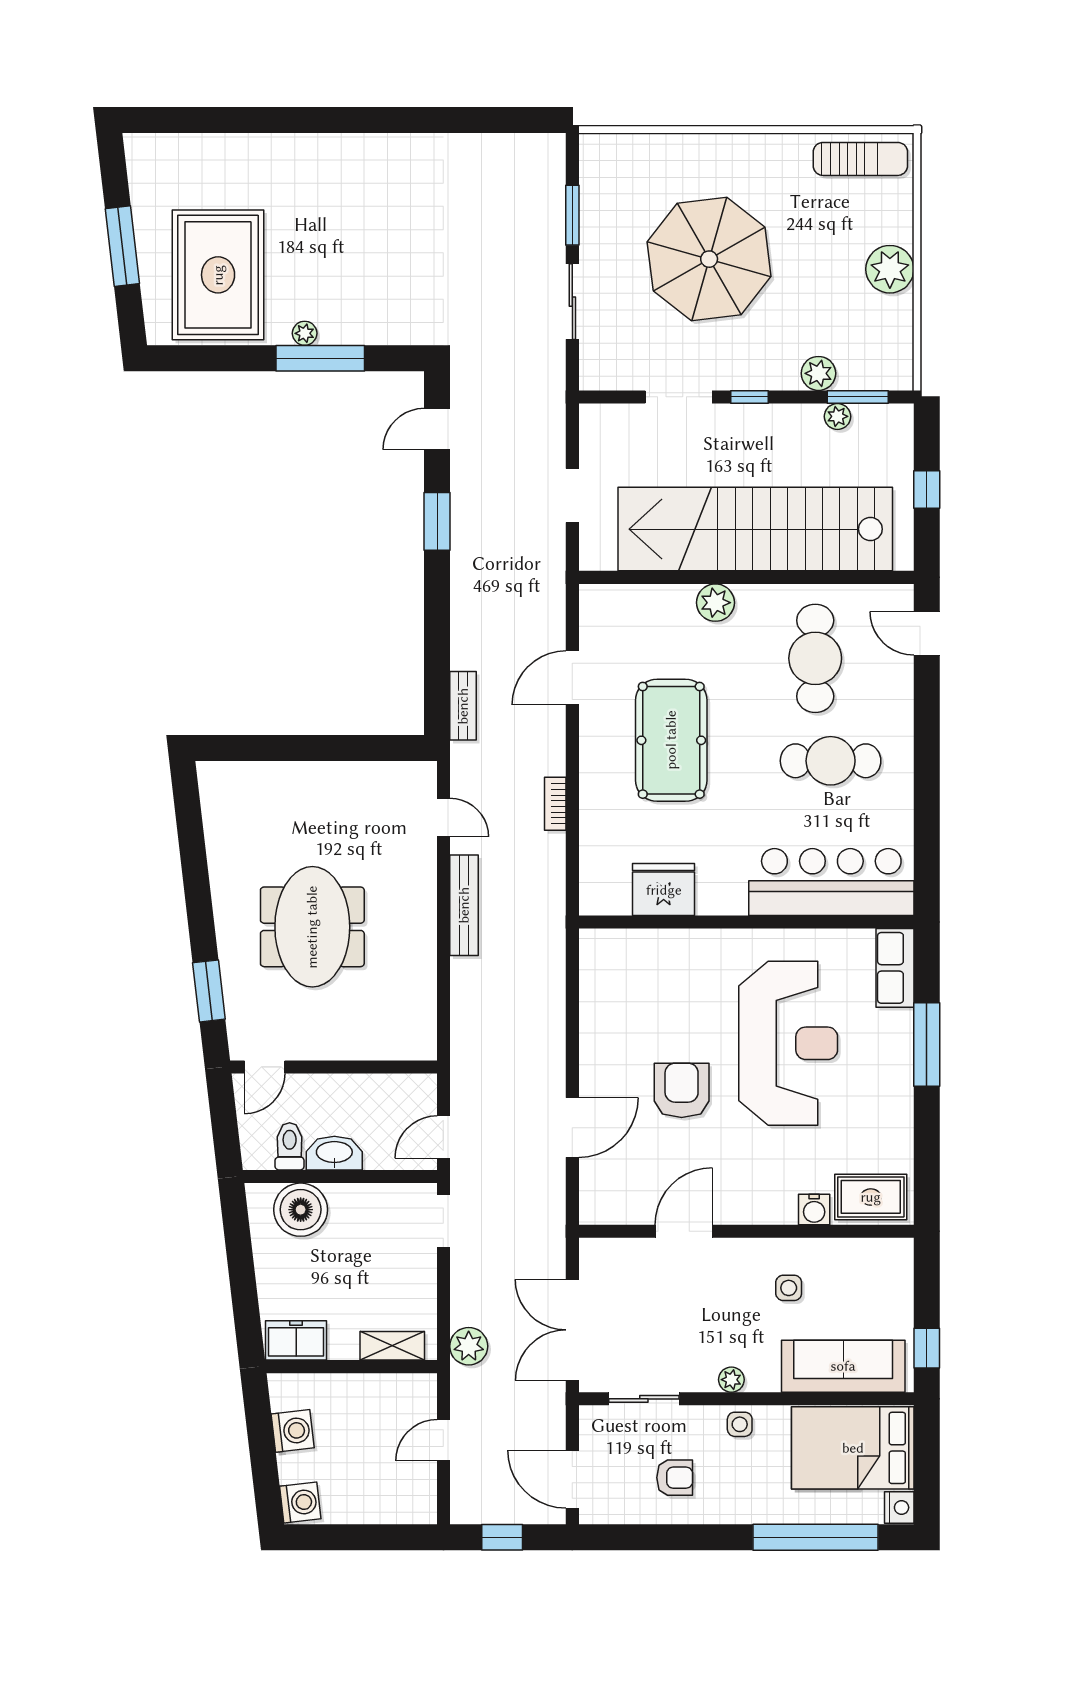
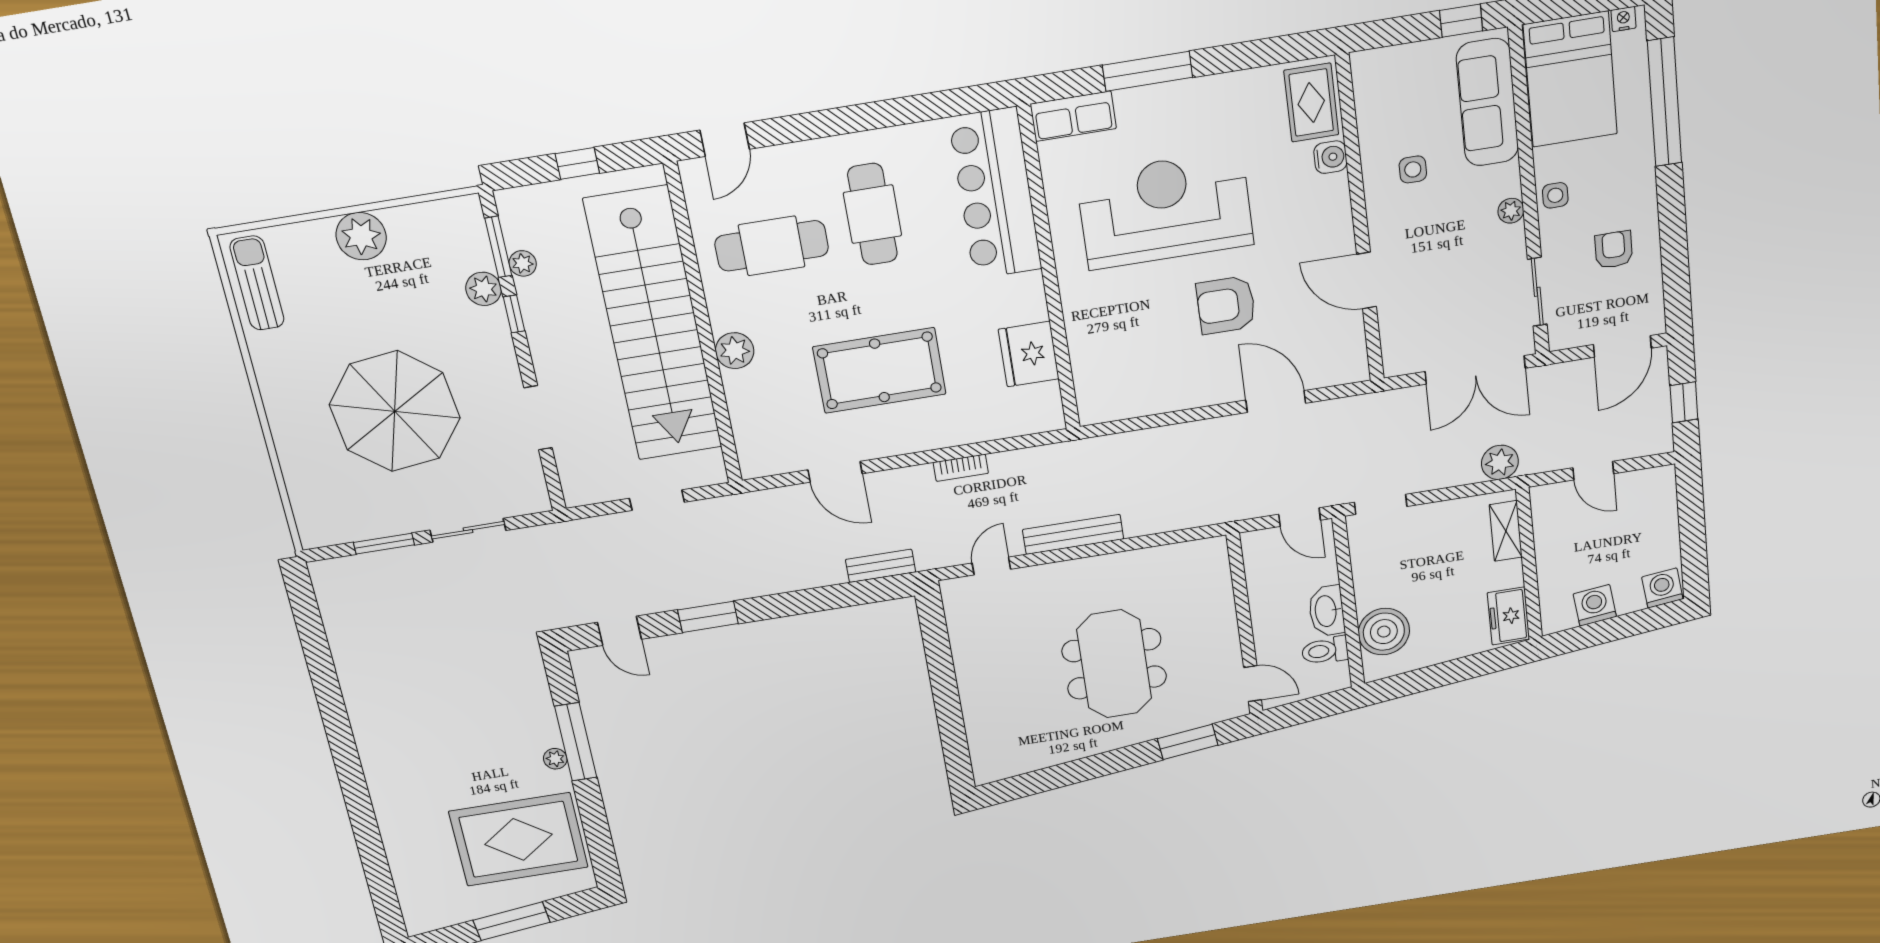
window: (749, 397) -> (514, 314), moved
meeting table: (312, 927) -> (1114, 664), turned 90
nightstand: (899, 1507) -> (1623, 19), width x0.72, depth x0.74

